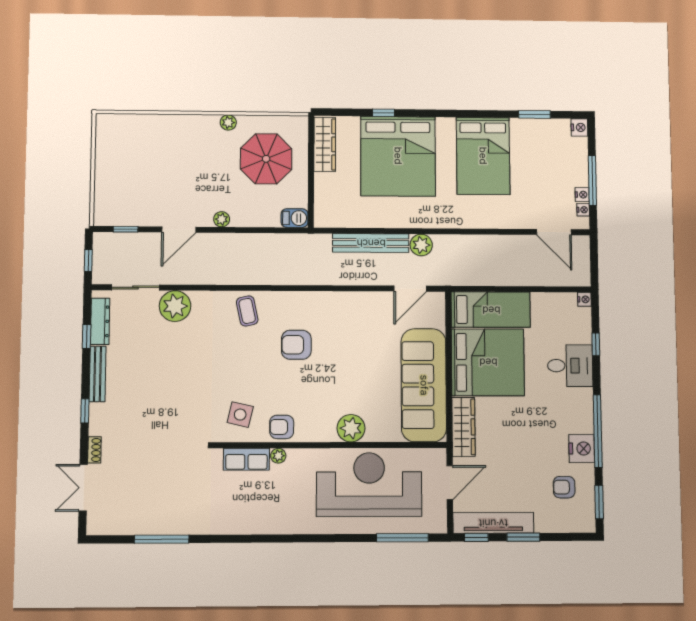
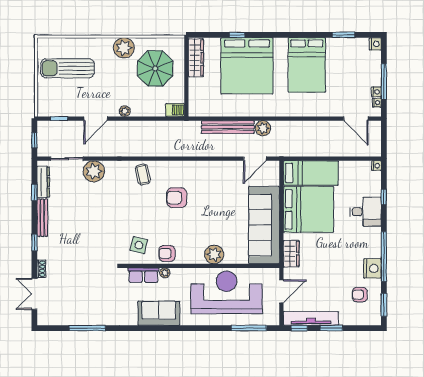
plant: (228, 122) -> (124, 48), width x1.88, depth x1.88
sun lounger: (139, 157) -> (68, 68), added
wardrobe: (464, 427) -> (291, 254), width x0.67
sofa: (269, 516) -> (159, 313), added

